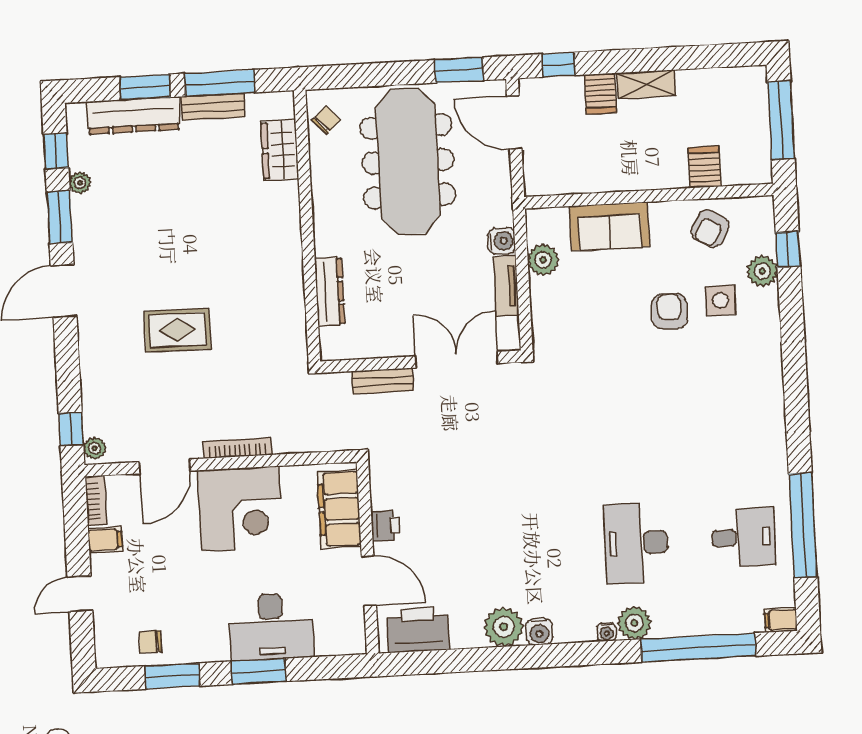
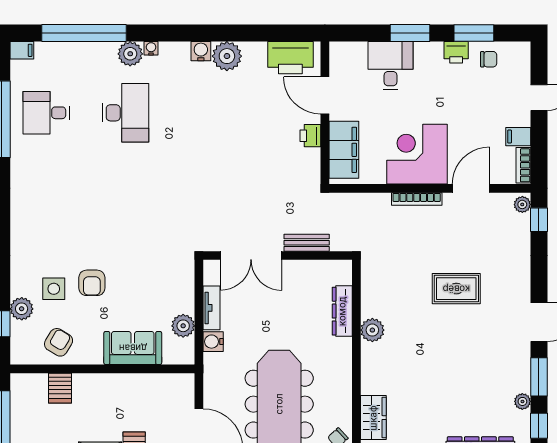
plant: (288, 268) -> (372, 330), added
desk: (271, 627) -> (390, 66), width x0.73
printer: (195, 649) -> (456, 52), added

